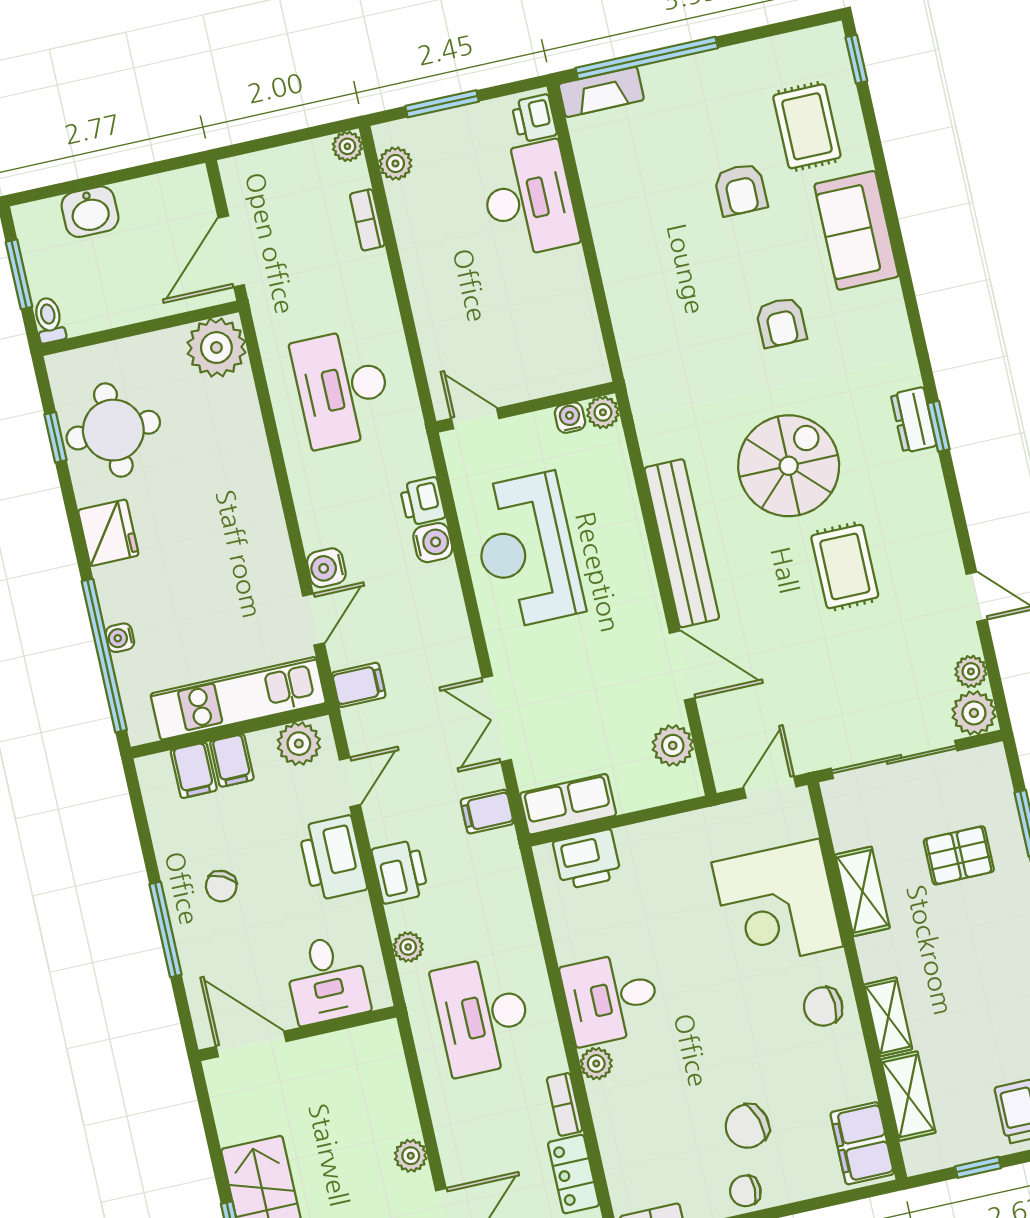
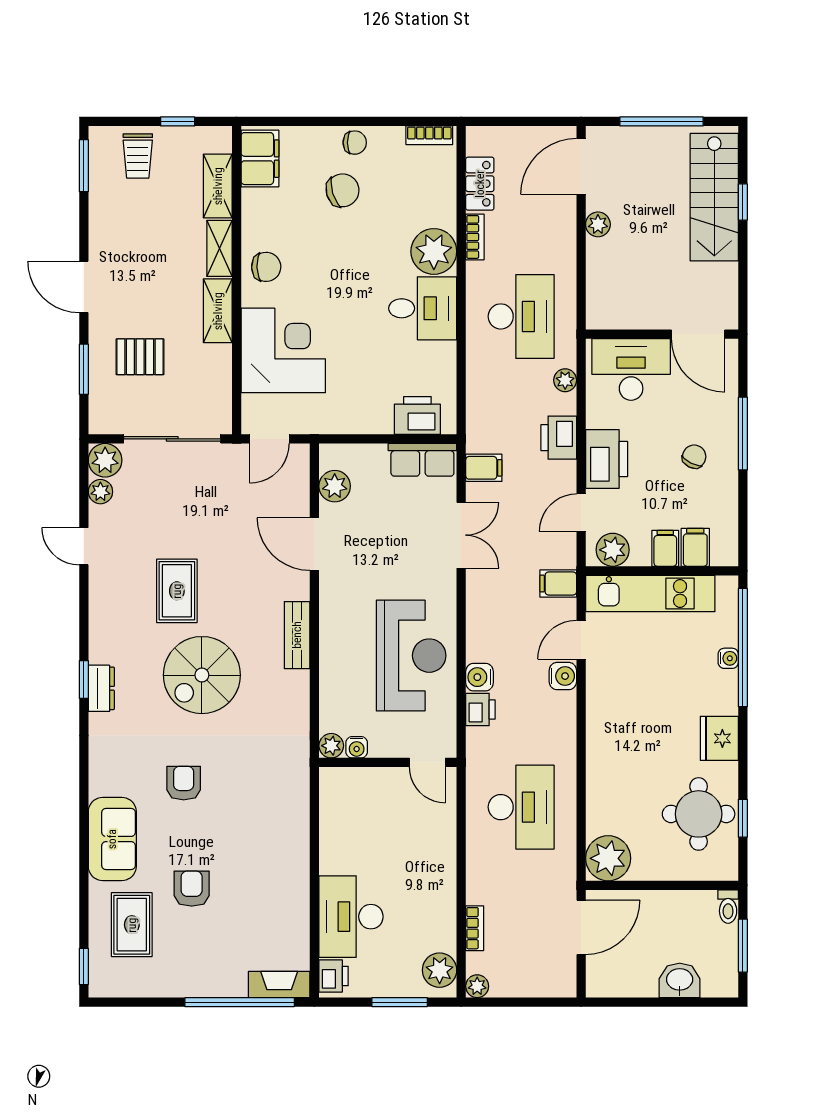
plant: (395, 163) -> (440, 970), width x1.38, depth x1.38
bench: (682, 543) -> (297, 635), width x0.54, depth x0.82
shelving: (862, 891) -> (218, 311), moved
desk: (327, 980) -> (631, 369), width x1.37
plant: (596, 1064) -> (434, 251), width x1.88, depth x1.88

